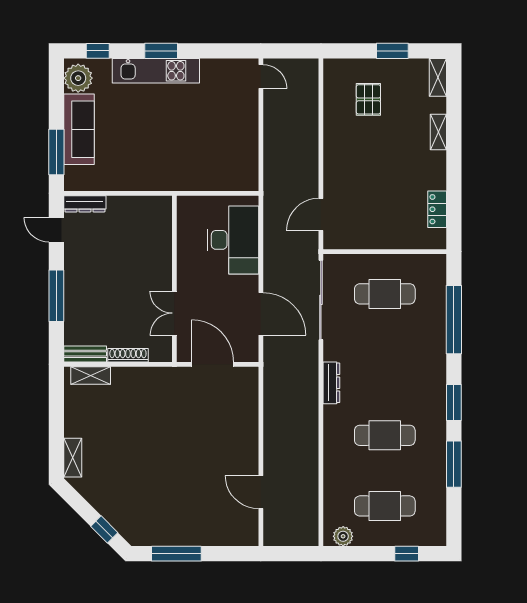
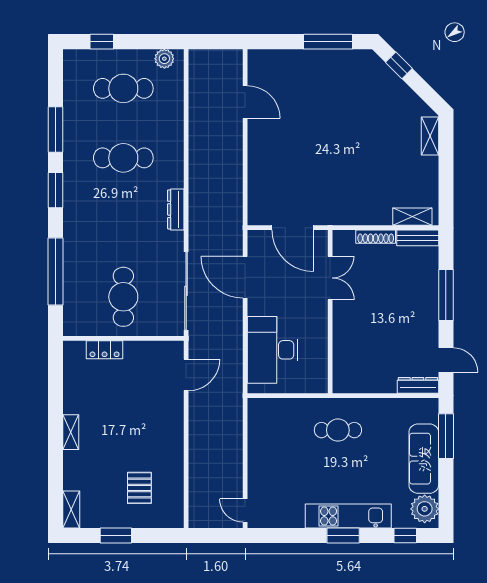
shelving: (438, 132) -> (71, 432), moved
cafe table: (166, 158) -> (338, 430), added
locker: (437, 209) -> (105, 350), moved, turned 90
cafe table: (385, 294) -> (123, 297), turned 90

